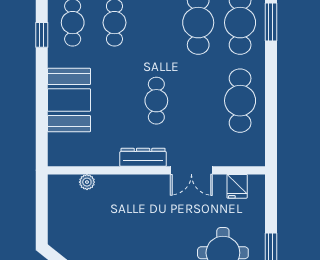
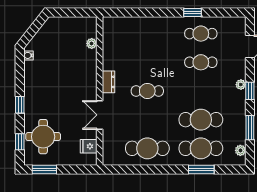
booth: (69, 100) -> (148, 31), removed
dresser: (143, 157) -> (109, 82), width x0.70

